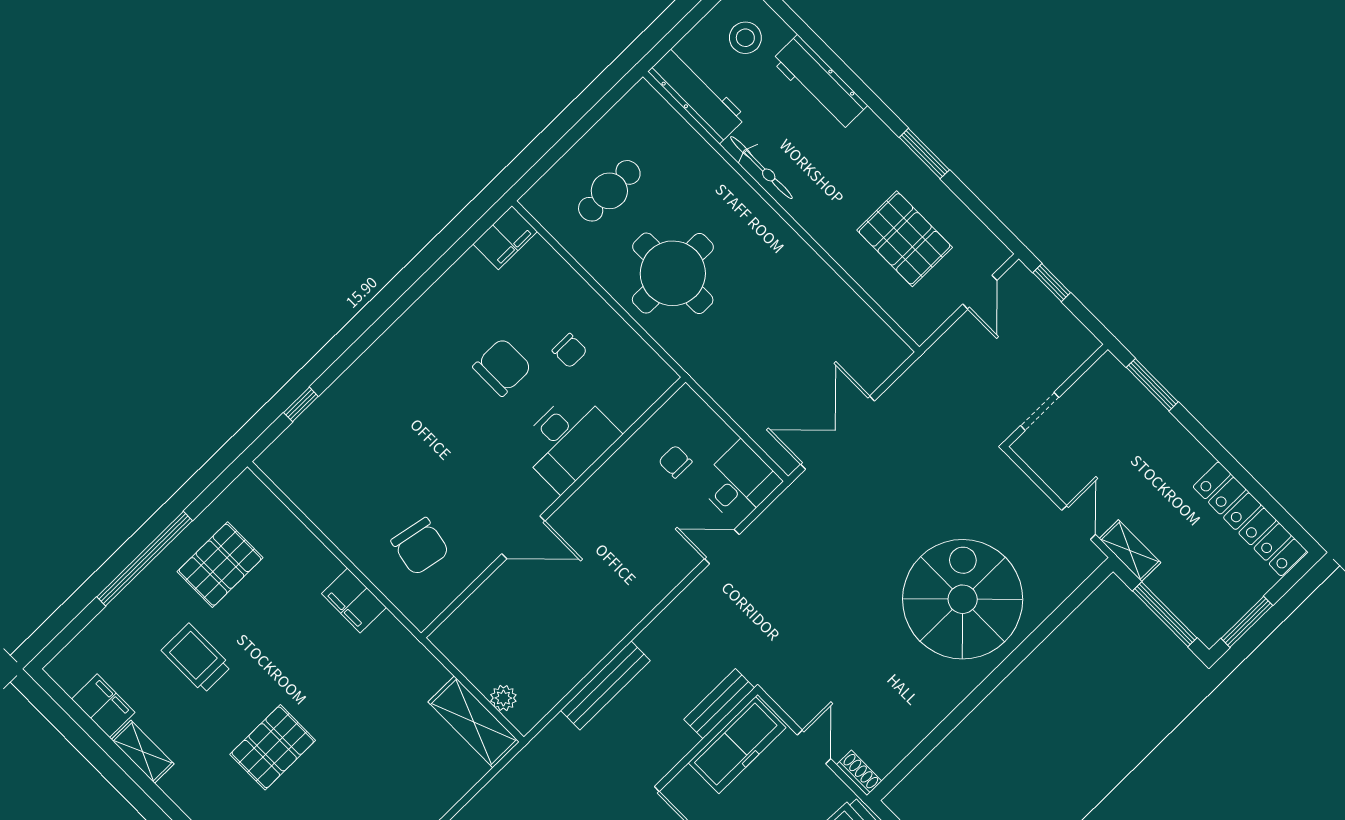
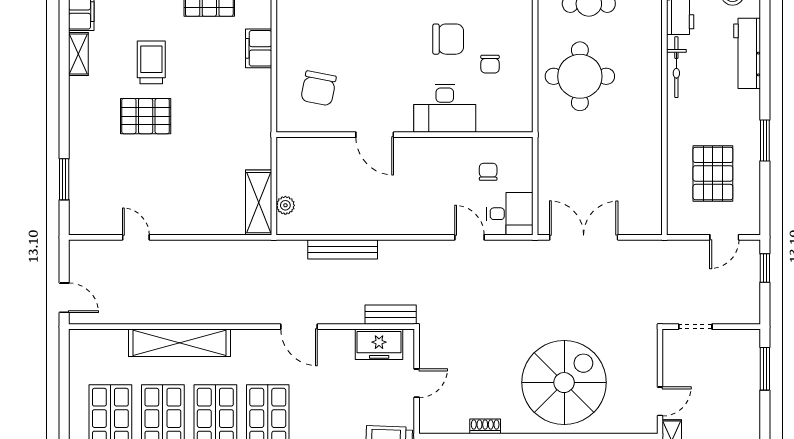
filing cabinet: (354, 601) -> (259, 48), moved
trolley: (196, 658) -> (151, 62), moved
freezer: (737, 745) -> (379, 344), width x0.71
shoe rack: (859, 773) -> (485, 426), moved, turned -90

